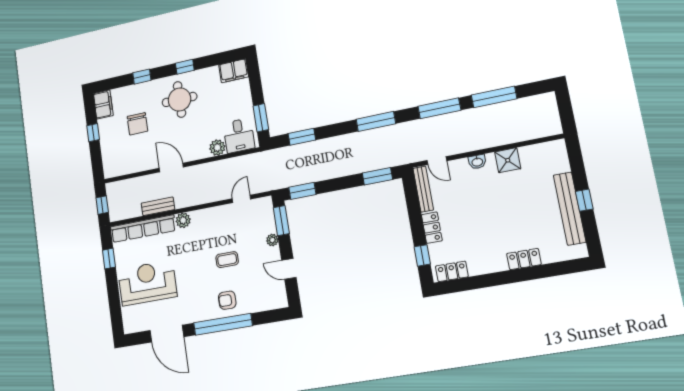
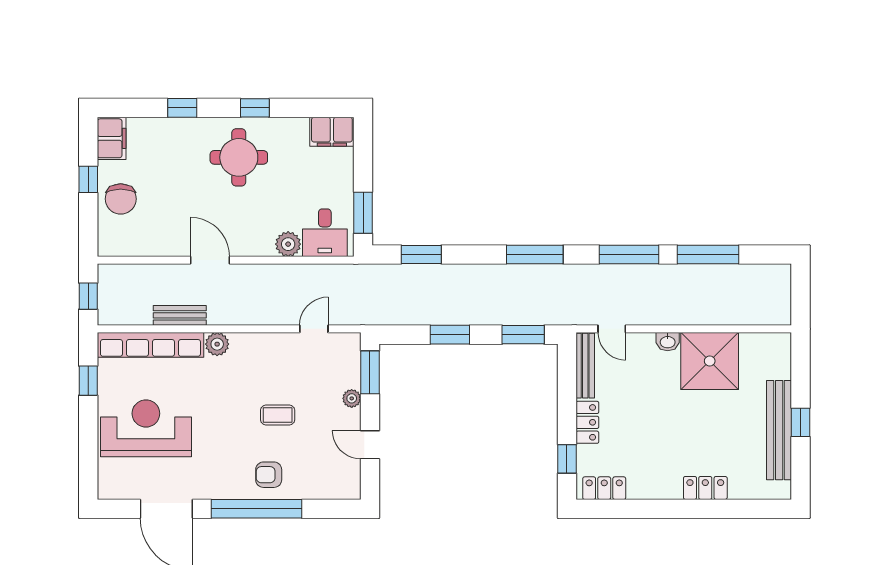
chair: (137, 124) -> (121, 199), moved
shower: (508, 160) -> (710, 361), width x1.86, depth x1.86
window: (302, 191) -> (450, 335), moved

